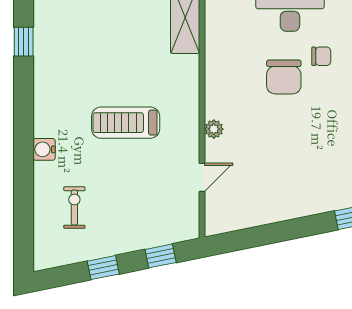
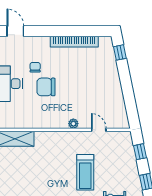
chair: (284, 77) -> (46, 87), turned 180
treadmill: (126, 123) -> (85, 172), moved

